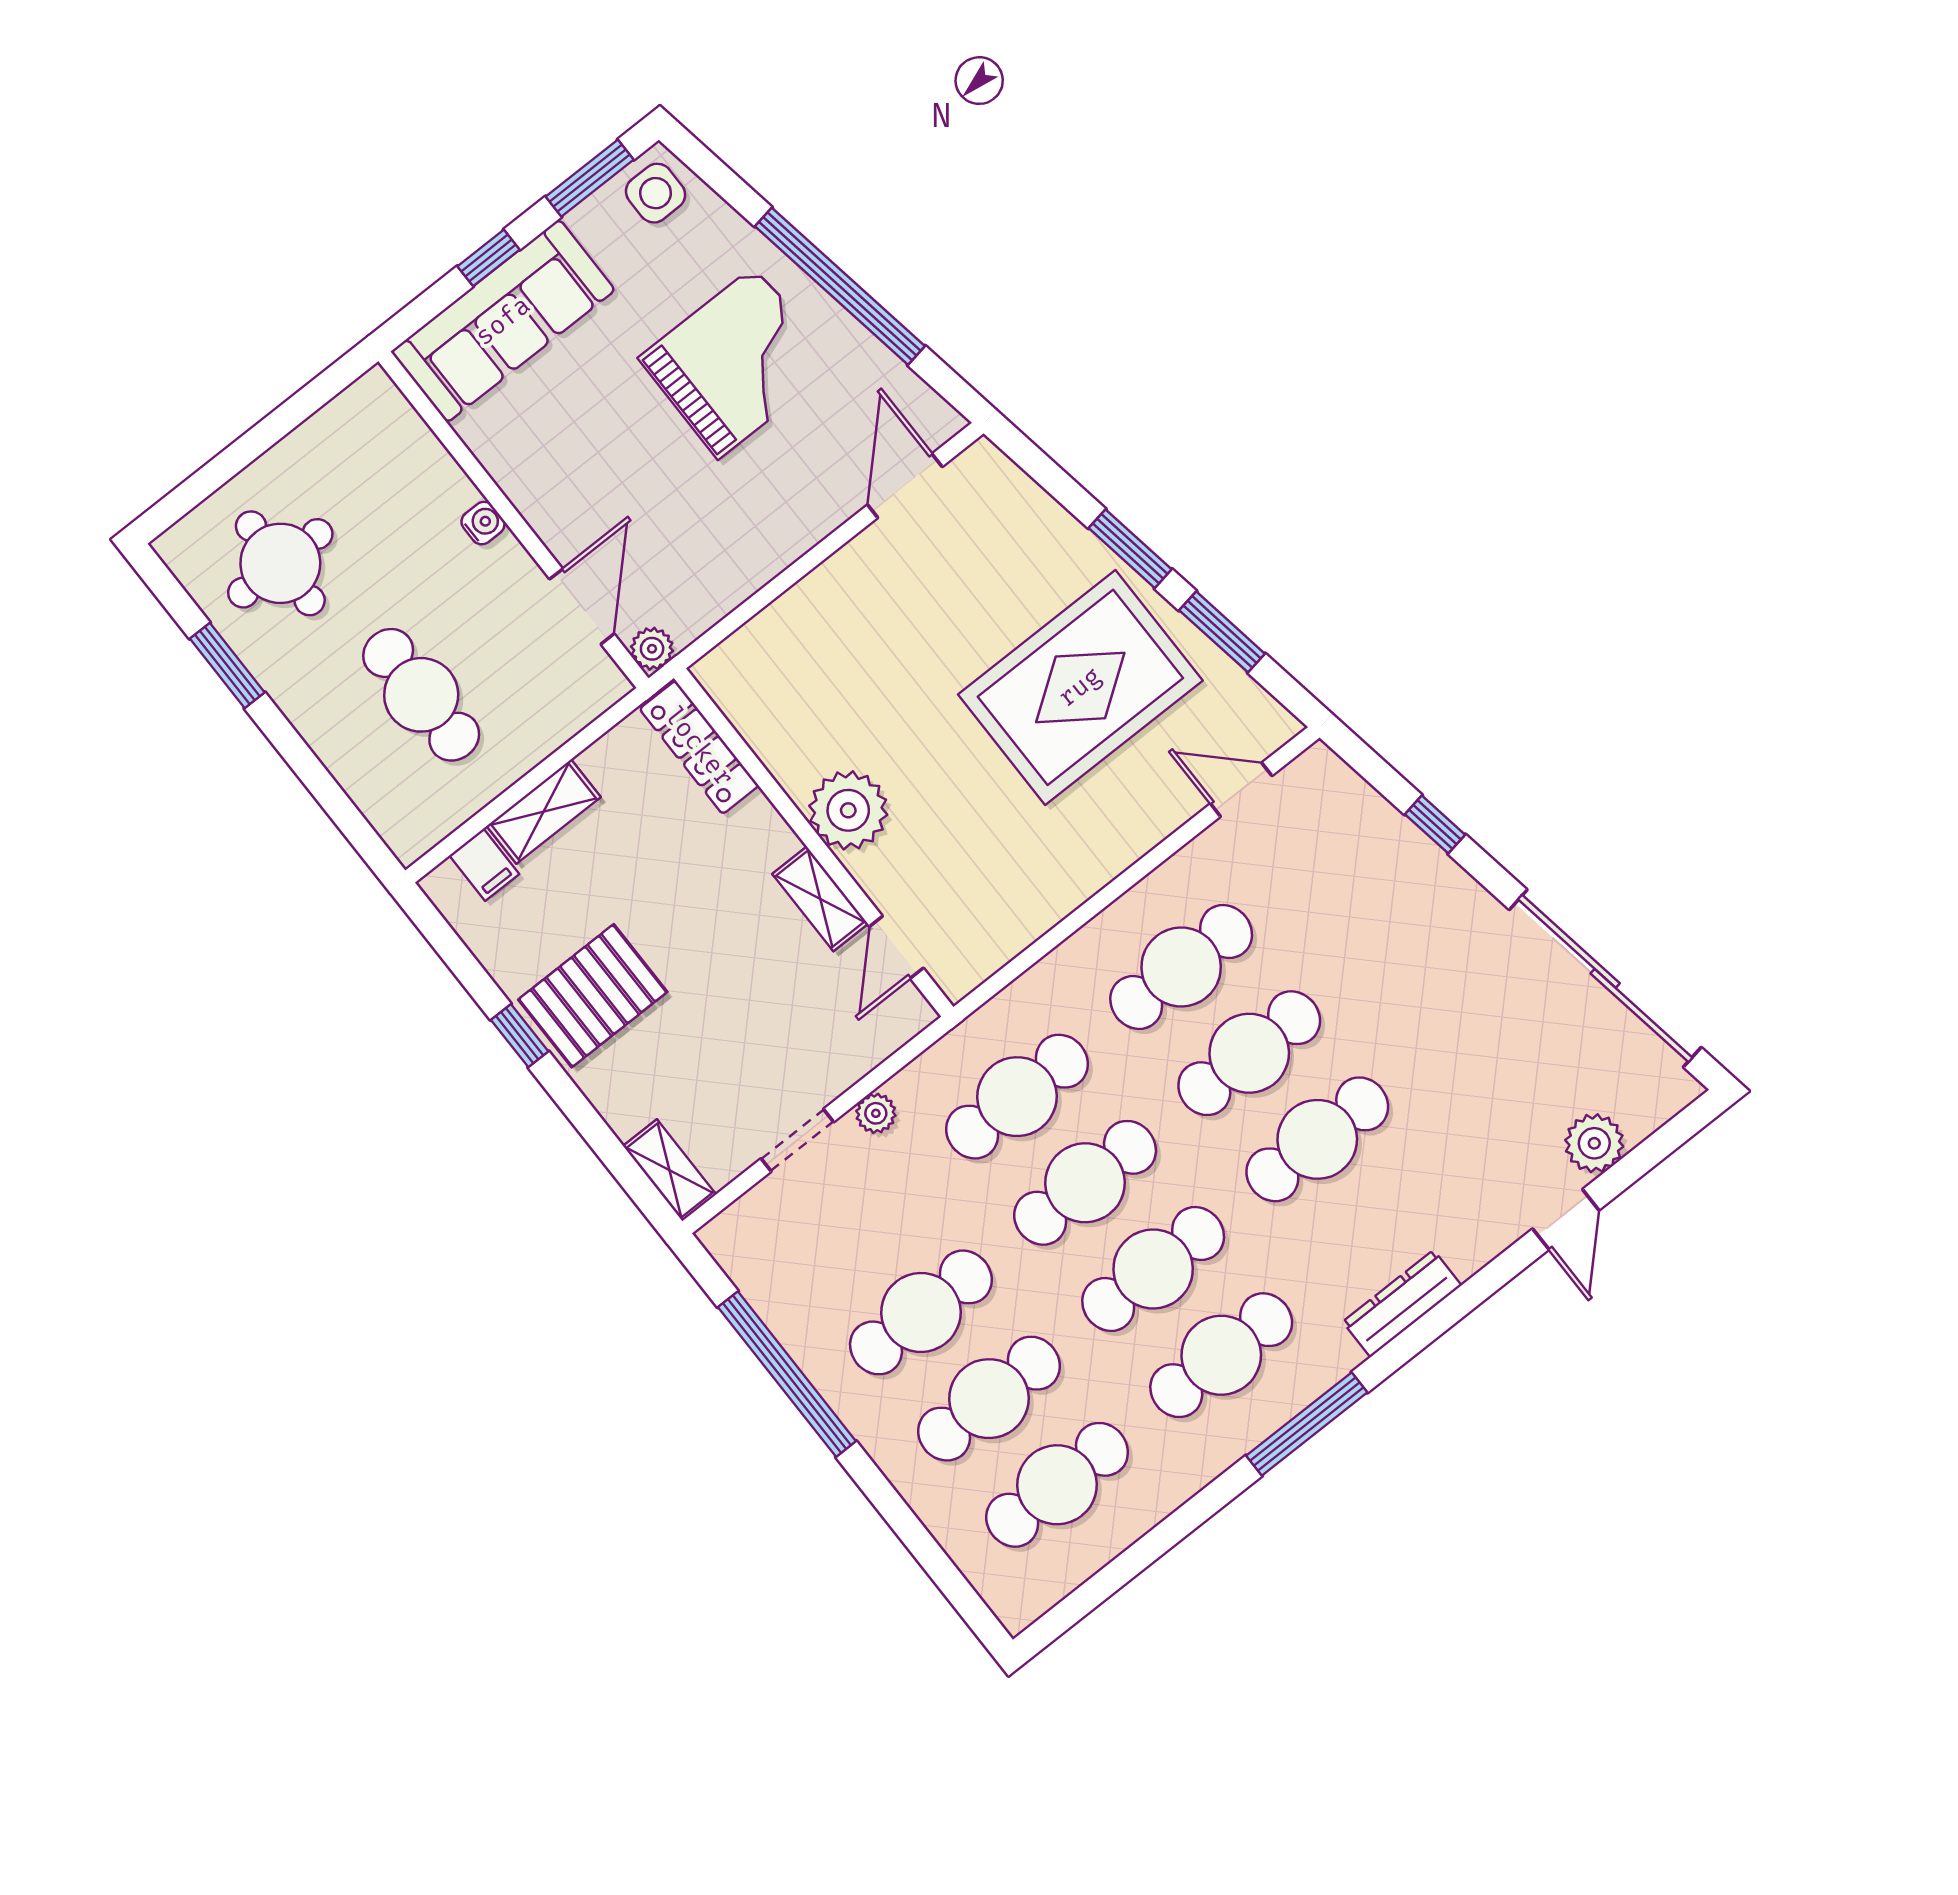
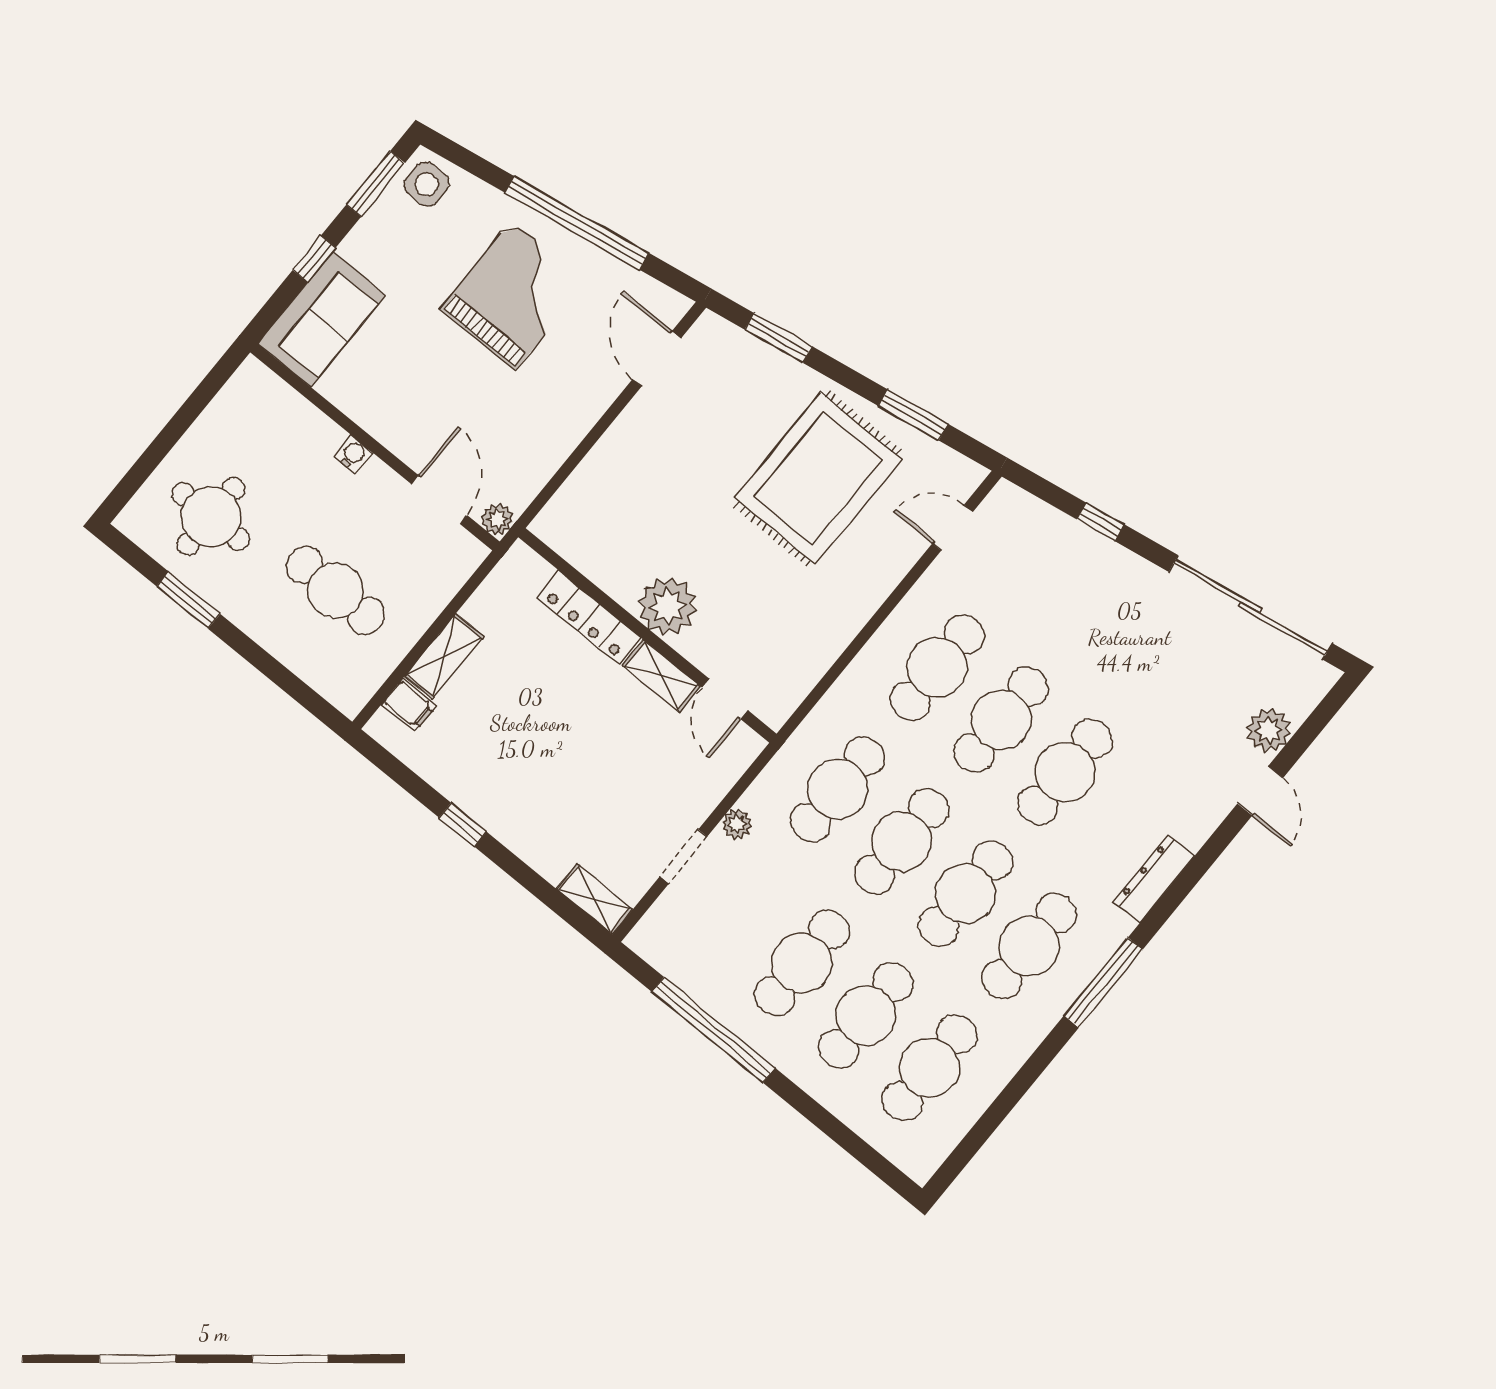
sofa: (503, 321) -> (322, 319), width x0.73
window: (1130, 549) -> (779, 338), moved
locker: (699, 747) -> (589, 617), moved
pallet: (593, 996) -> (510, 784), removed

